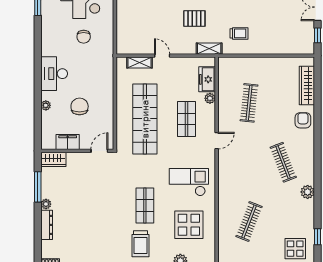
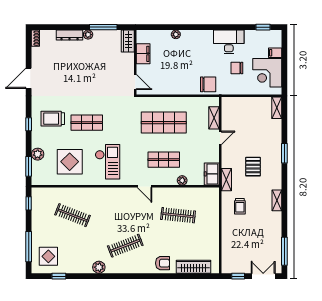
desk: (54, 74) -> (229, 42), moved
freezer: (207, 79) -> (212, 174), moved, turned -90
chair: (80, 106) -> (208, 84), moved
shop shelf: (145, 119) -> (164, 123), width x0.71

